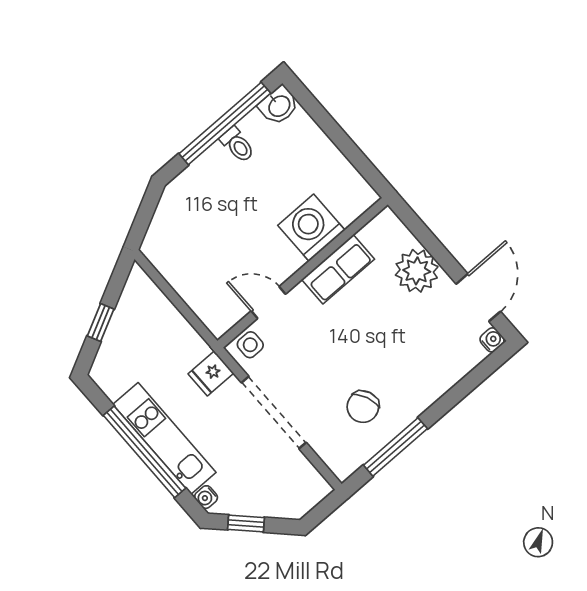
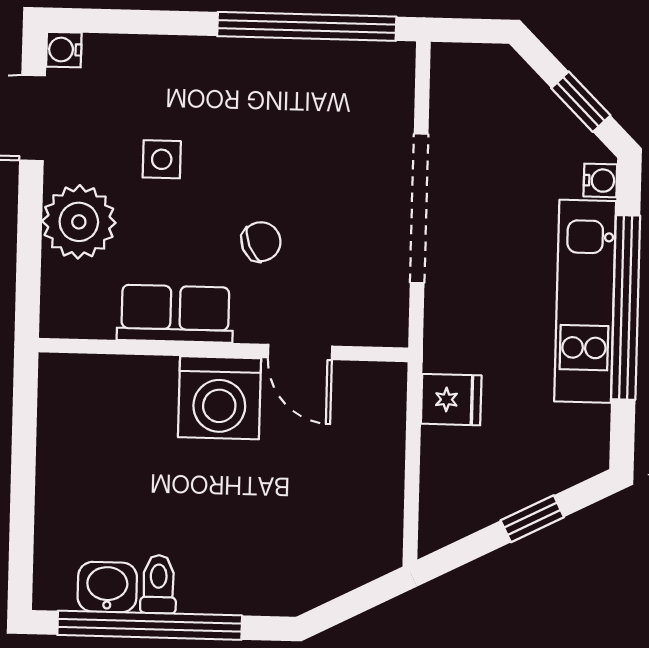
washbasin: (279, 105) -> (107, 587), moved
washing machine: (311, 228) -> (219, 398), moved
side table: (250, 345) -> (162, 159), moved
fridge: (211, 373) -> (451, 400), moved
chair: (363, 407) -> (261, 242), moved, width x0.73, depth x0.73
window: (395, 447) -> (307, 26), width x1.46

